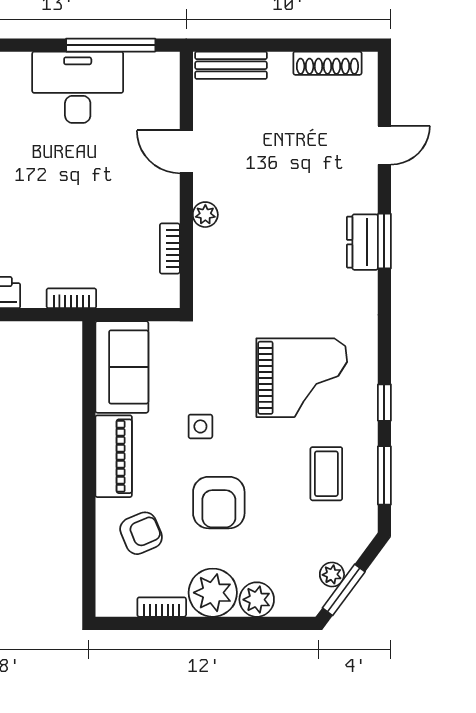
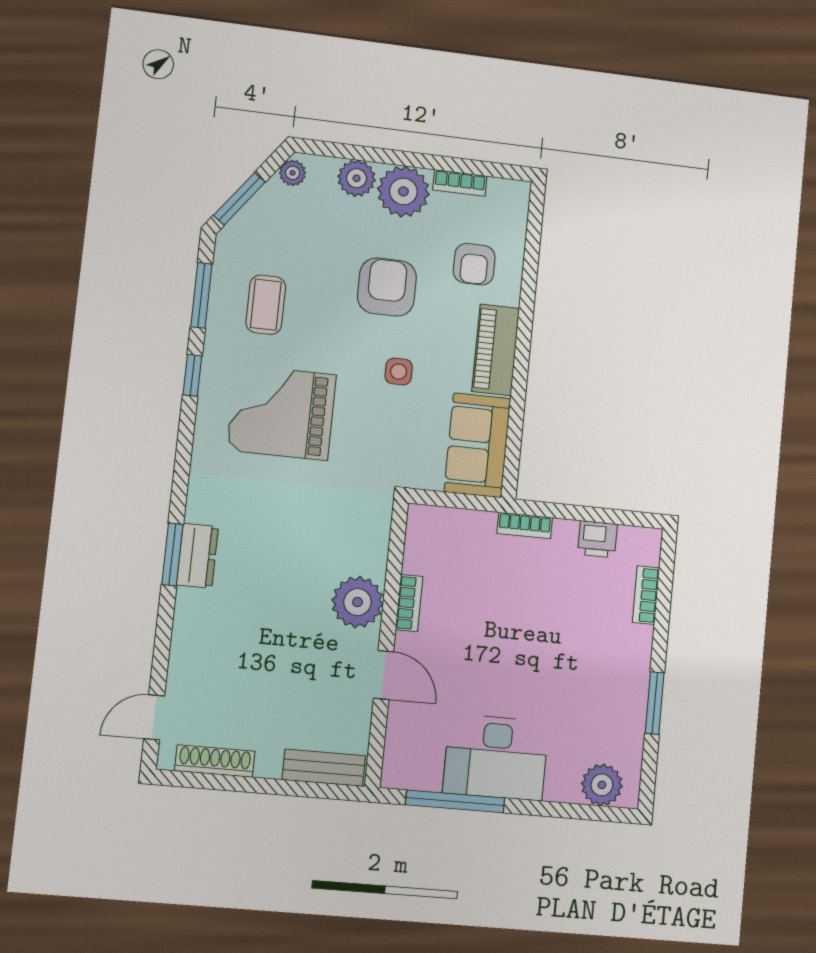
door: (384, 145) -> (154, 717), moved
plant: (205, 215) -> (357, 602), width x1.88, depth x1.88
bookcase: (170, 249) -> (409, 603), moved
armchair: (141, 533) -> (474, 264), turned -67
plant: (332, 574) -> (293, 173), moved
window: (344, 590) -> (239, 199), moved

